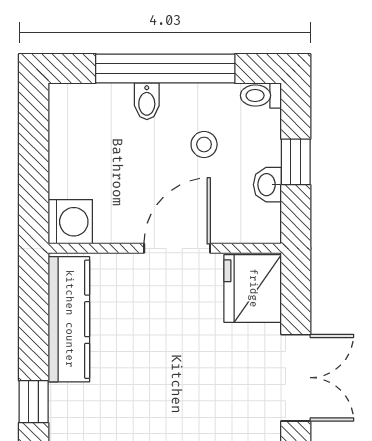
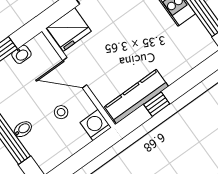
stool: (204, 144) -> (61, 112), moved
window: (34, 402) -> (157, 104), moved

